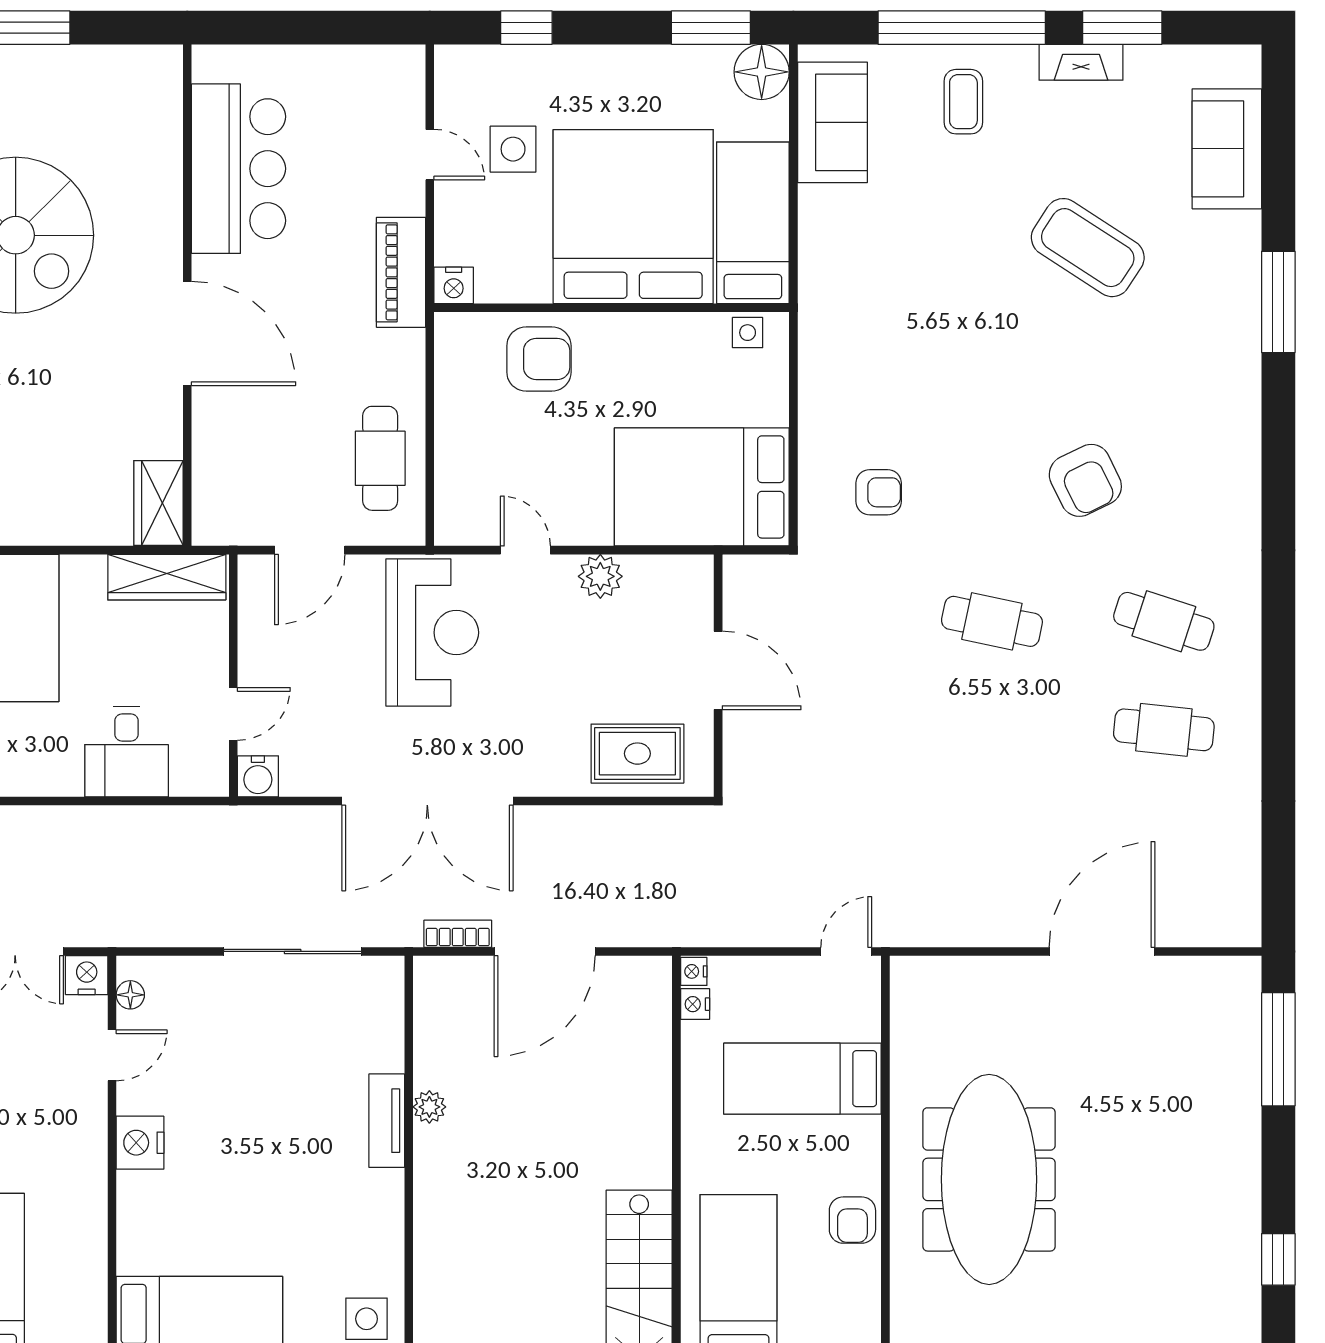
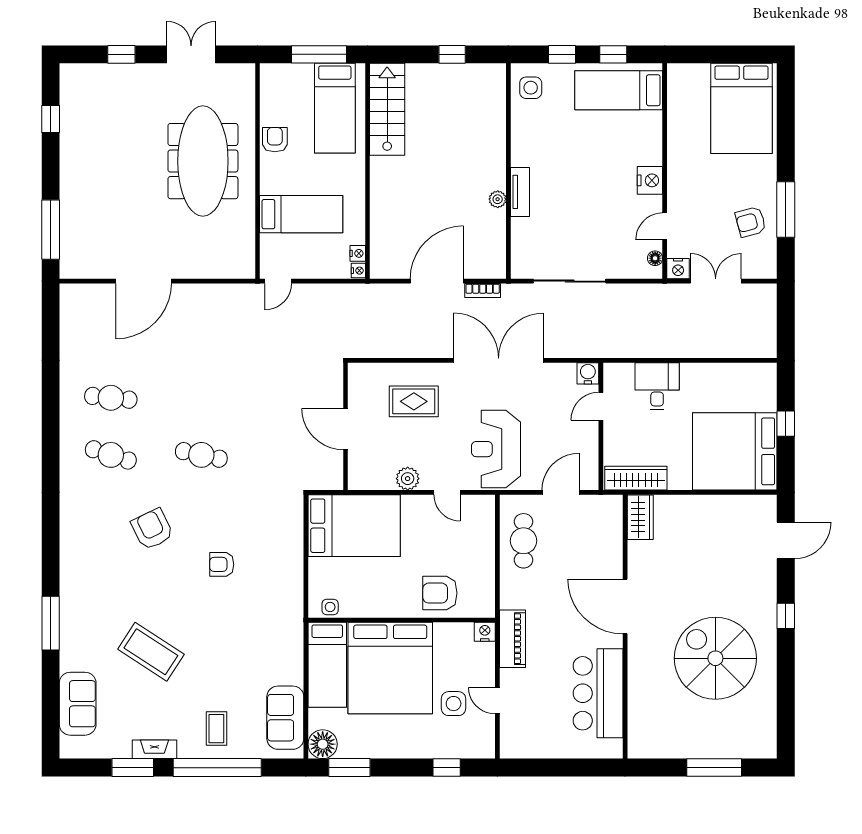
armchair: (879, 492) -> (222, 564), moved
rug: (637, 754) -> (414, 401), moved

